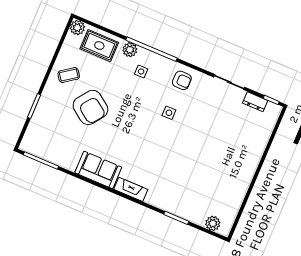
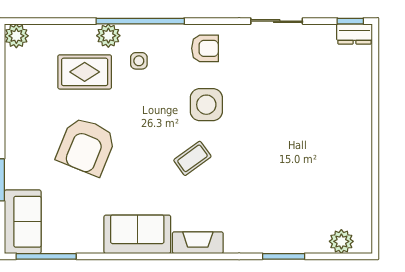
rug: (99, 46) -> (85, 72), moved
coffee table: (69, 75) -> (192, 158), moved
dresser: (255, 102) -> (355, 34), moved
armchair: (90, 107) -> (86, 146), turned 76
side table: (169, 113) -> (206, 105), width x1.87, depth x1.87
sofa: (36, 135) -> (23, 222), added

